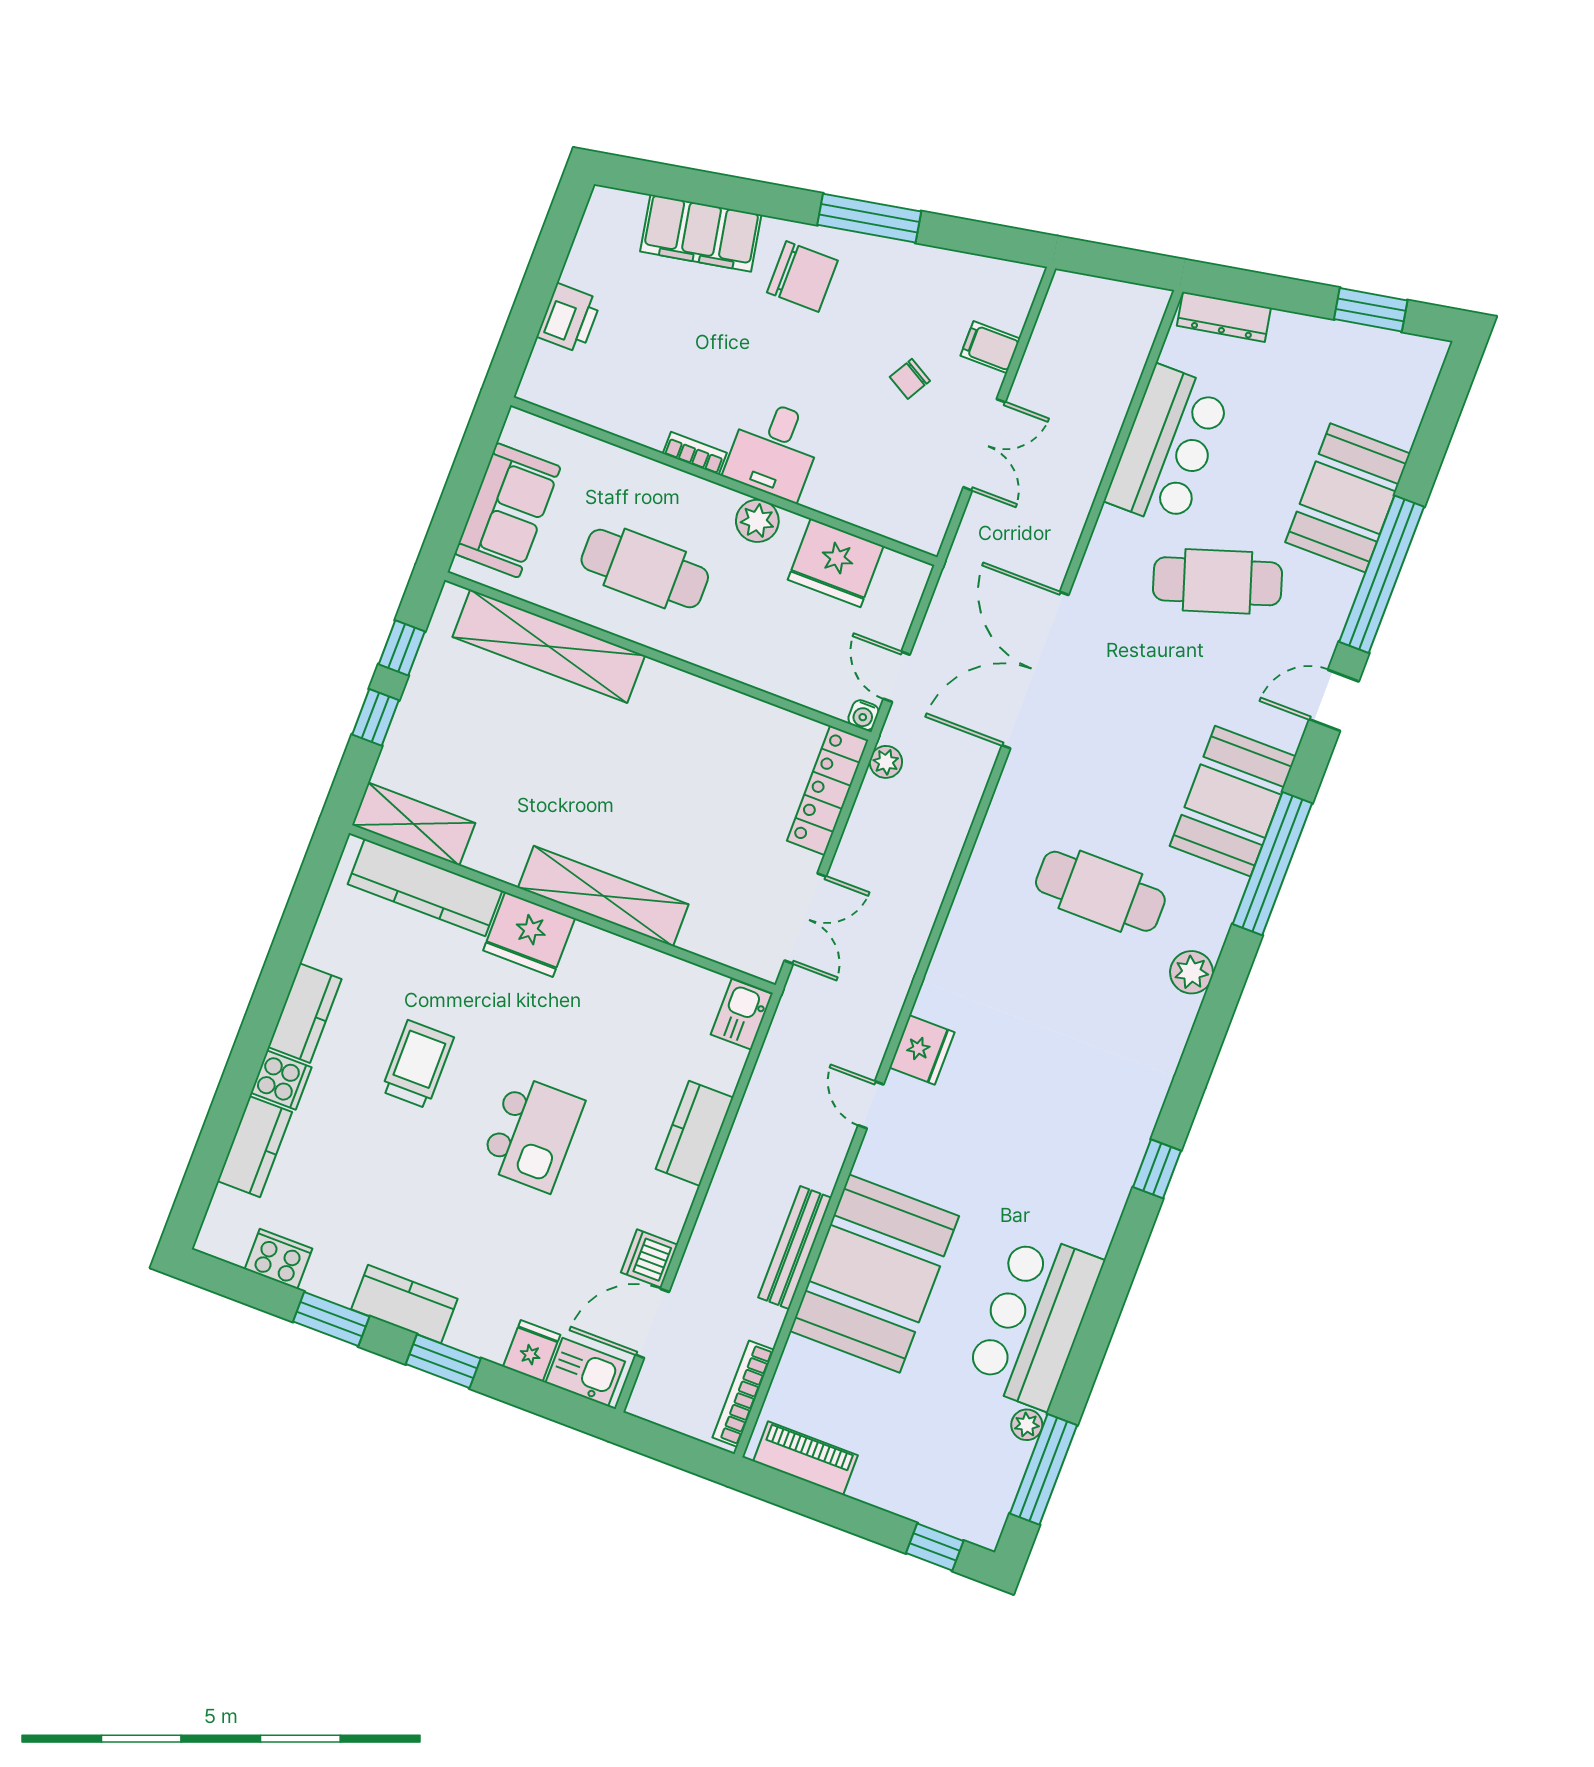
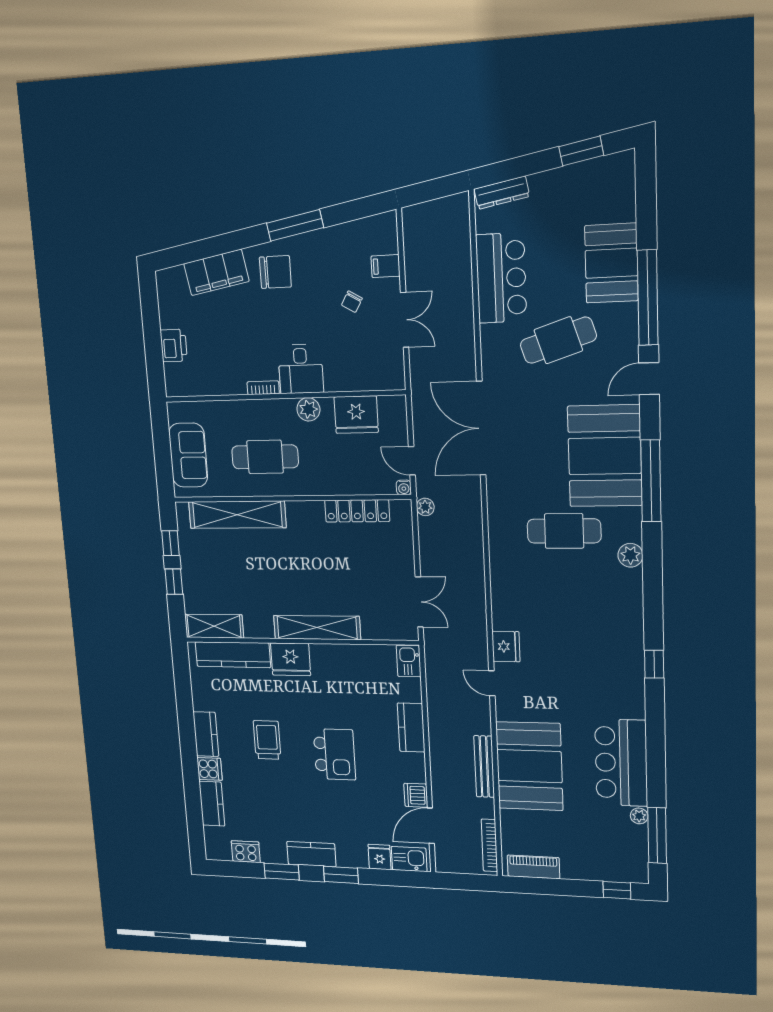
locker: (828, 790) -> (357, 511), moved, turned -90
booth: (1233, 801) -> (605, 456), width x1.36, depth x1.42

